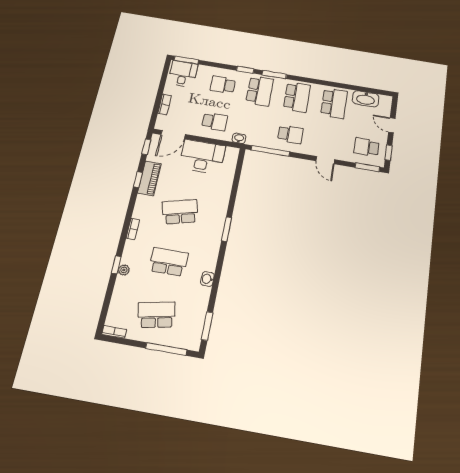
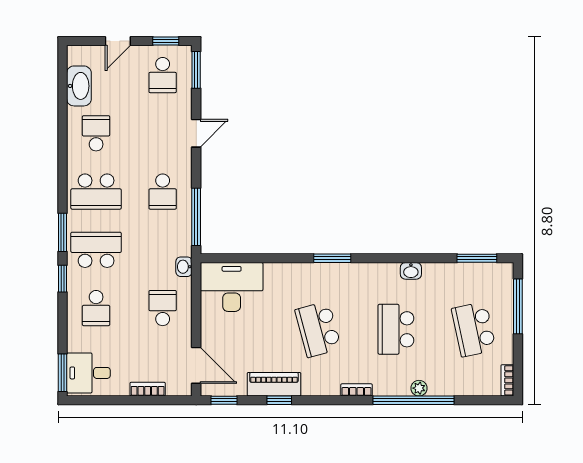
school desk: (297, 97) -> (96, 192), turned 180
school desk: (334, 103) -> (96, 133), width x0.54
school desk: (290, 134) -> (163, 192), turned 180
desk: (202, 157) -> (232, 287), moved, turned 90
window: (116, 265) -> (413, 400), width x3.17

